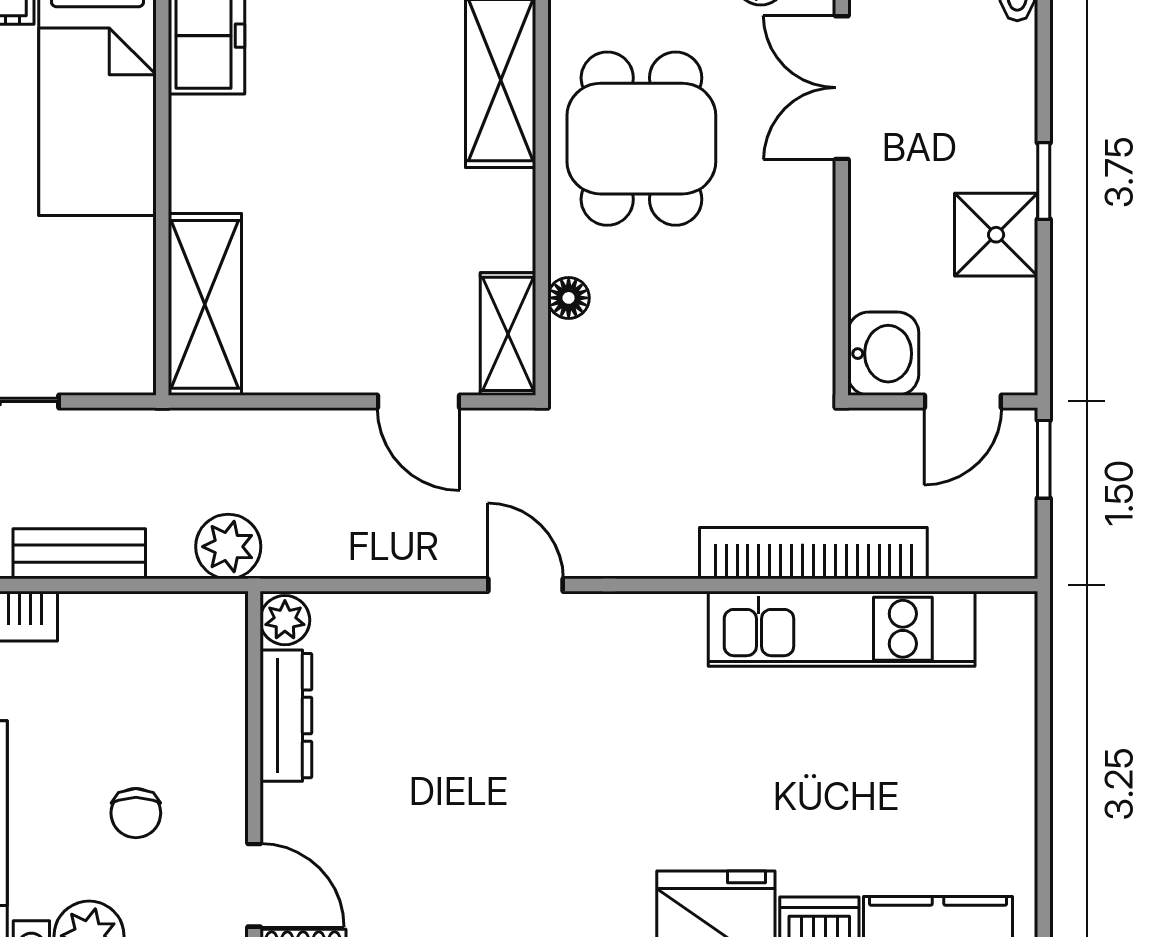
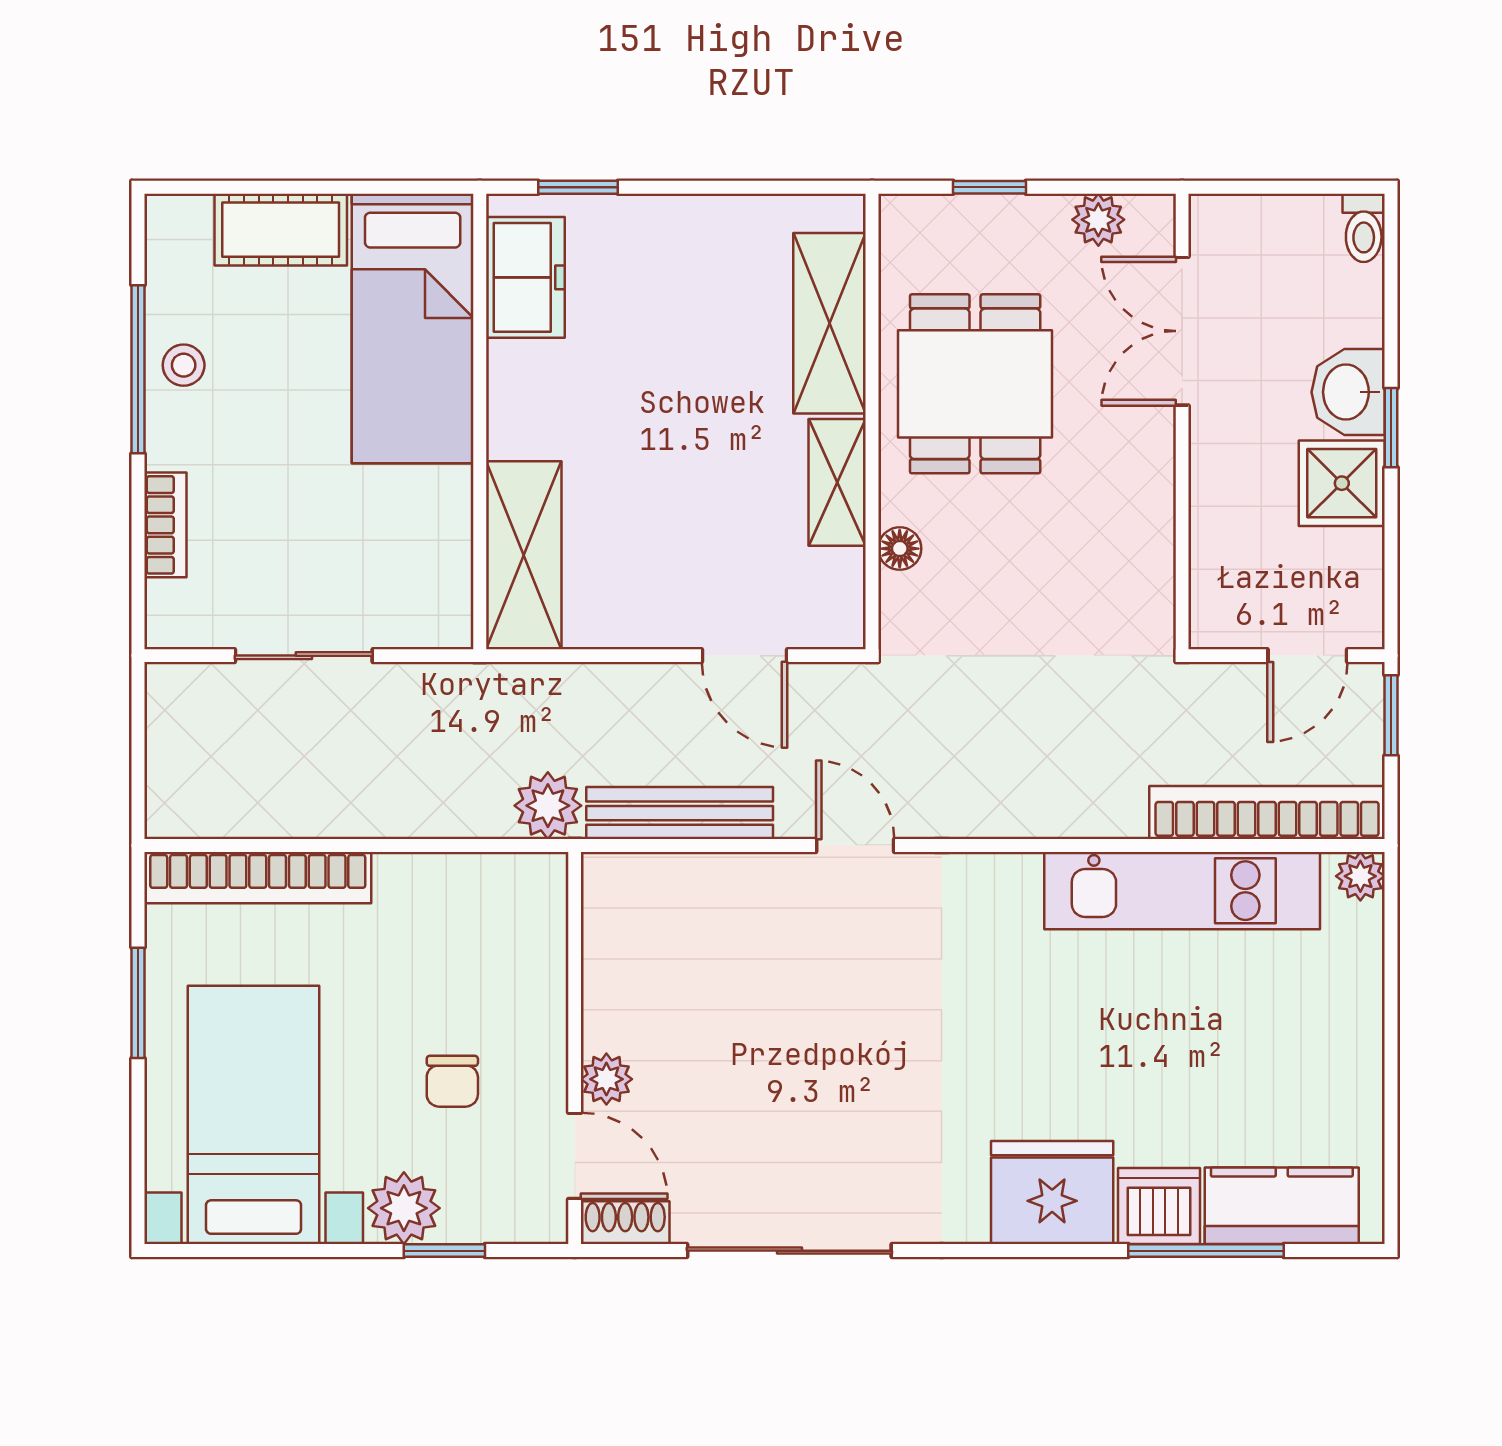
shelving: (508, 334) -> (837, 482), moved
washbasin: (883, 354) -> (1348, 392), moved, turned 180
bookcase: (813, 553) -> (1267, 812), moved
bench: (79, 554) -> (680, 813), moved, width x1.36
plant: (1014, 615) -> (1360, 876), added
plant: (285, 620) -> (606, 1079), moved
dresser: (286, 716) -> (608, 980), removed

